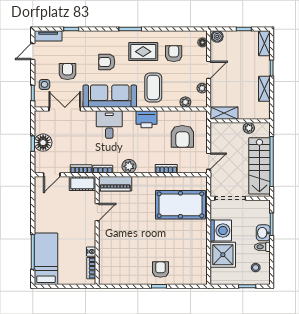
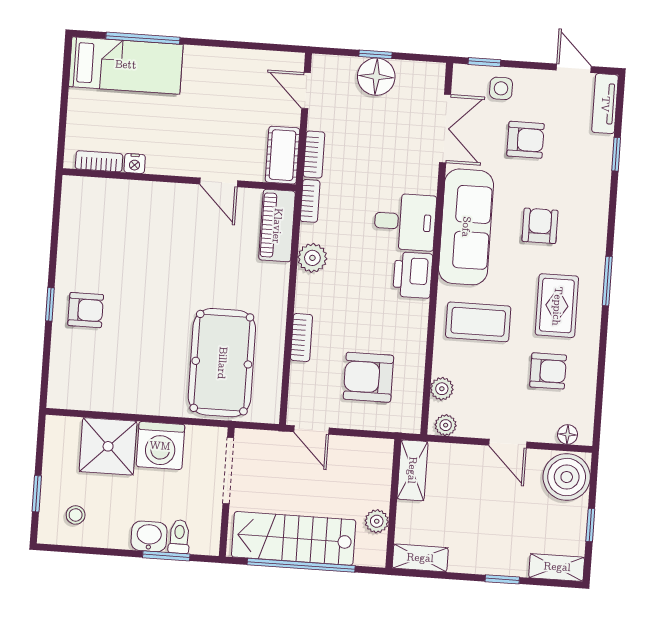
boiler: (217, 36) -> (567, 477), width x1.86, depth x1.86
plant: (202, 88) -> (446, 425), moved
shelving: (264, 89) -> (420, 558), moved
printer: (146, 119) -> (413, 275), moved
toilet: (262, 247) -> (179, 537), moved

